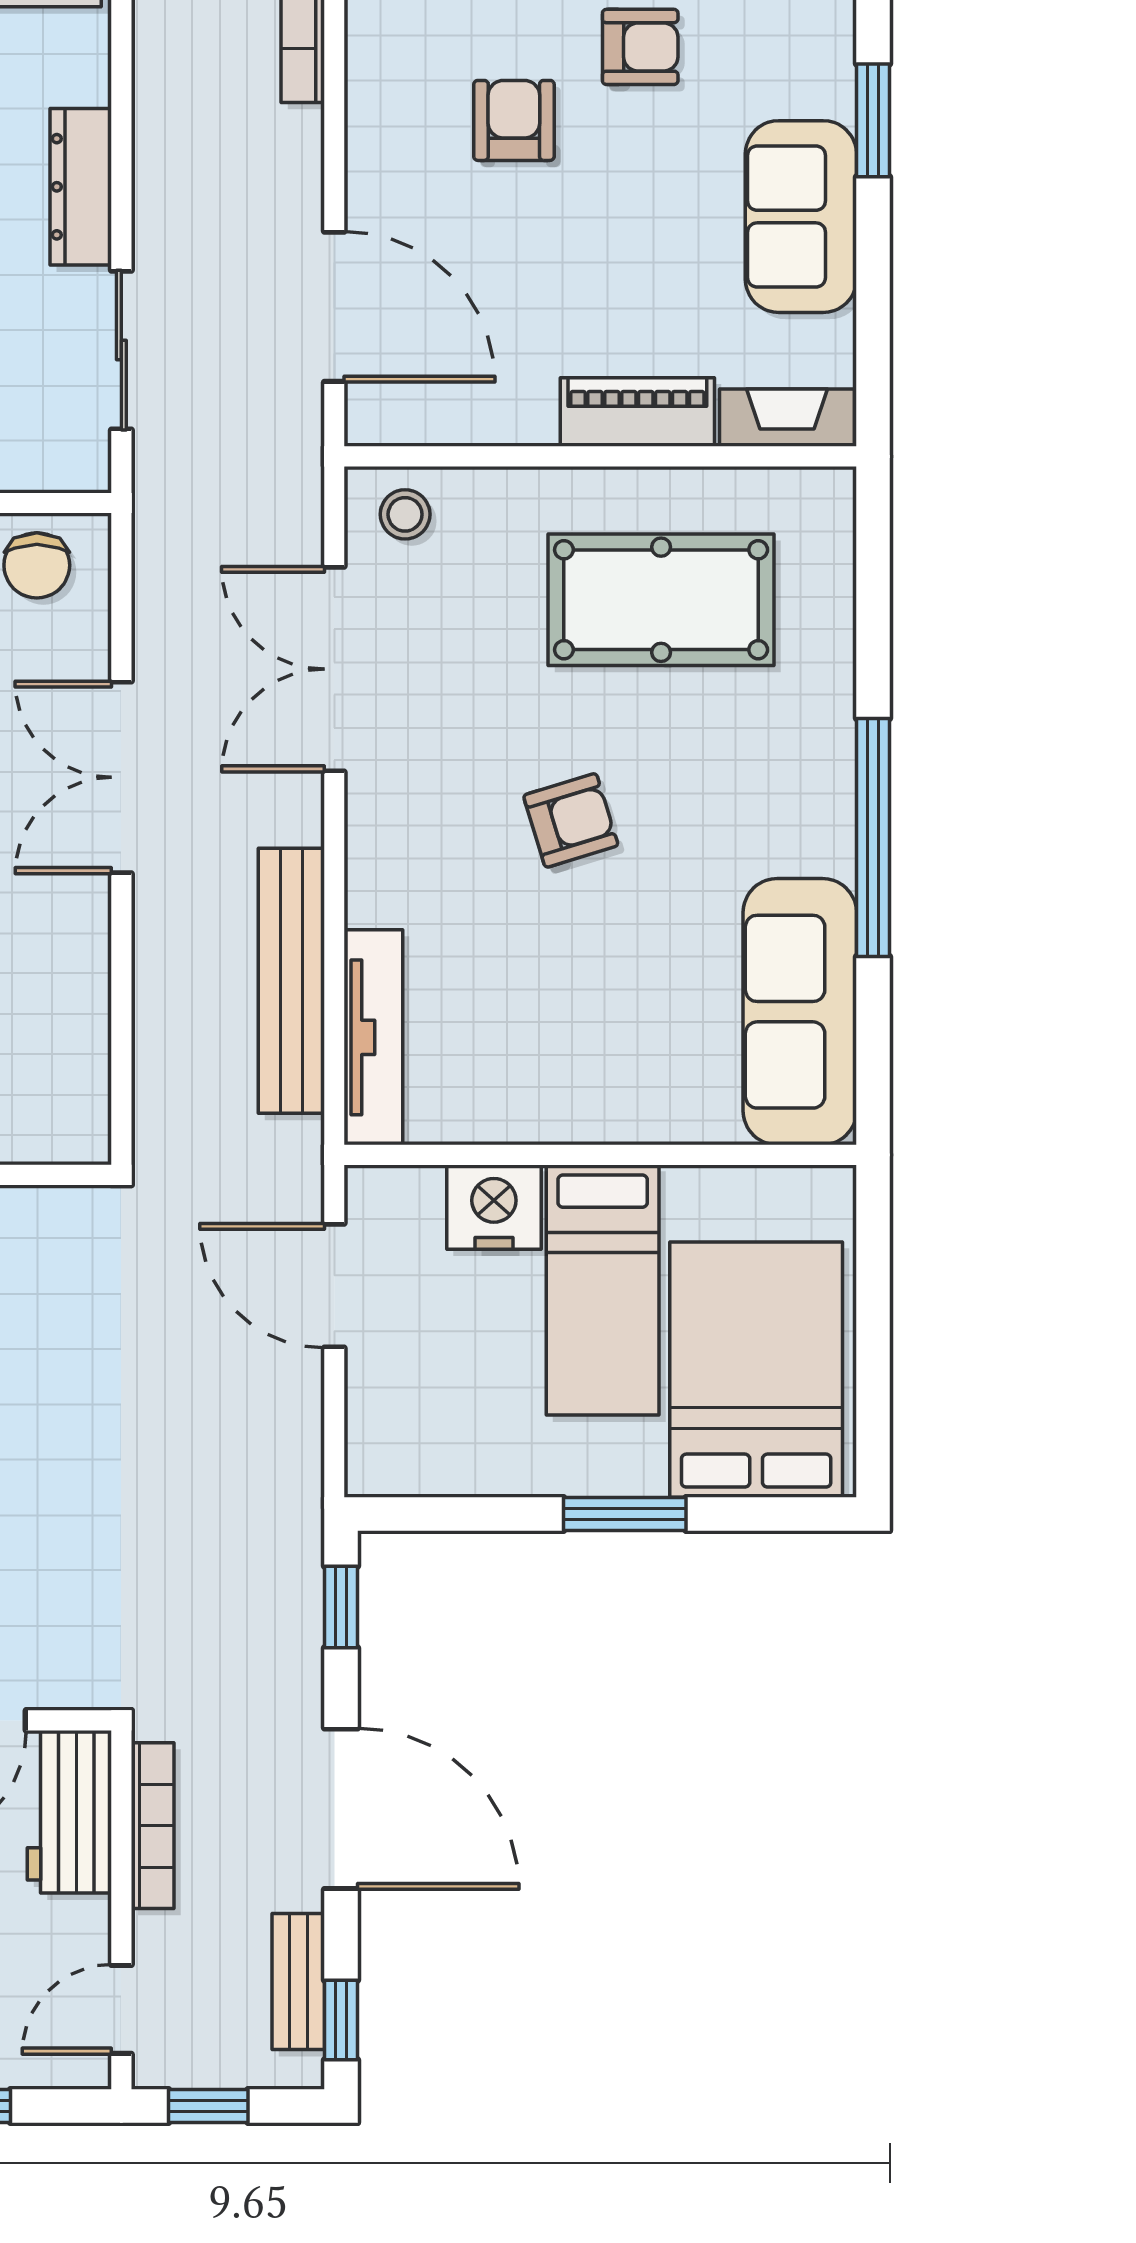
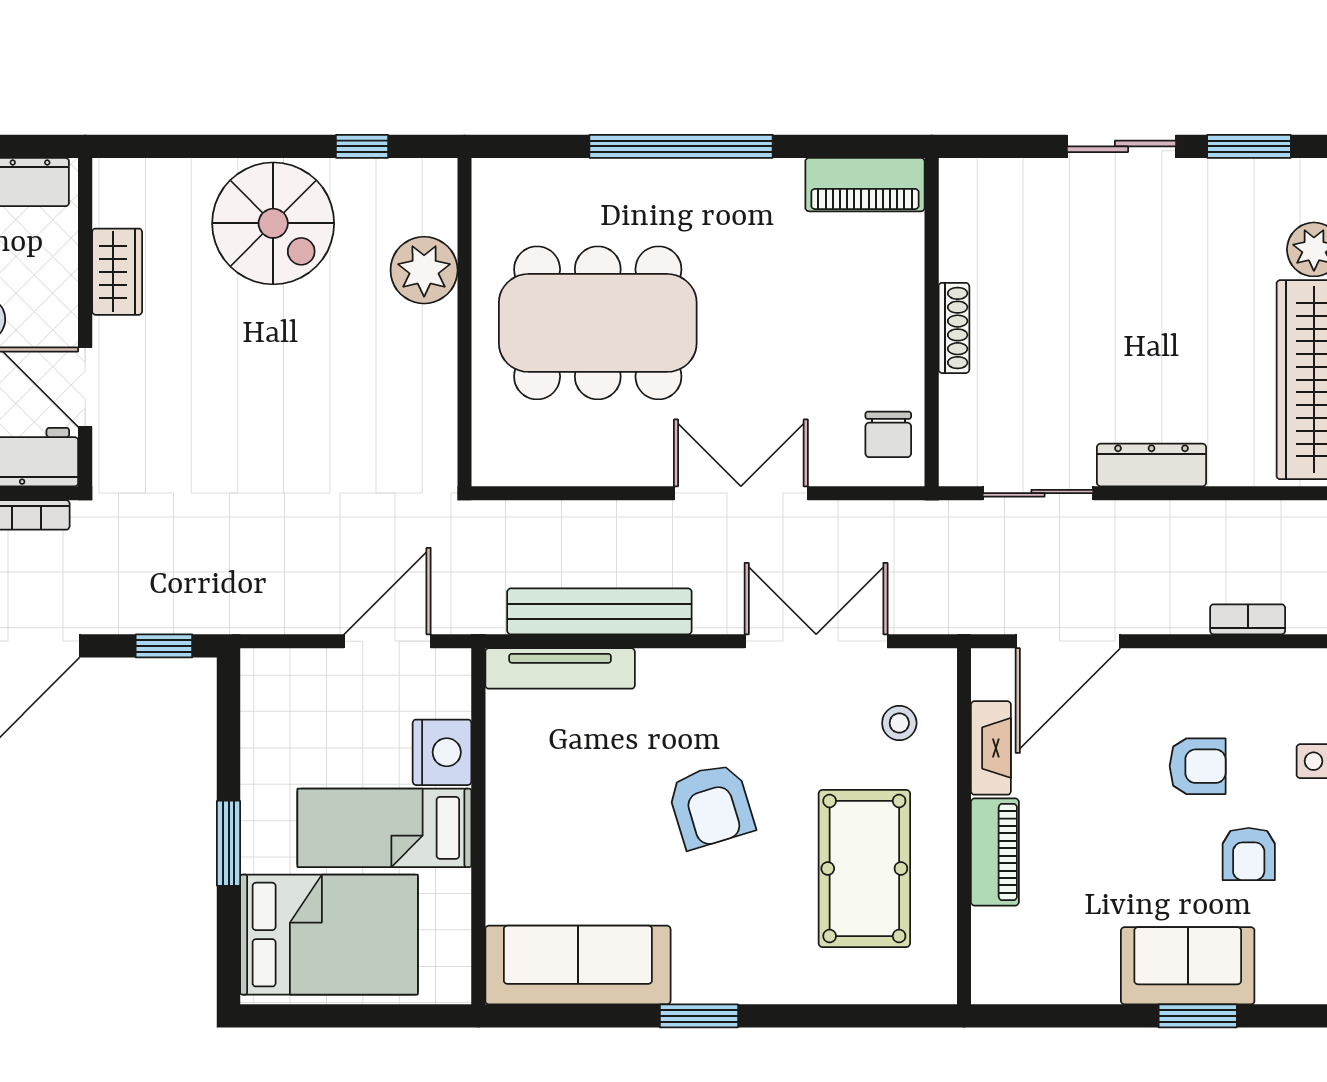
sofa: (801, 217) -> (1188, 966), moved
fireplace: (787, 418) -> (991, 748), moved
stool: (405, 514) -> (899, 723), moved
chair: (37, 565) -> (888, 434), turned -90
armchair: (571, 820) -> (711, 806), width x1.38, depth x1.38
window: (873, 838) -> (699, 1016), width x0.47

